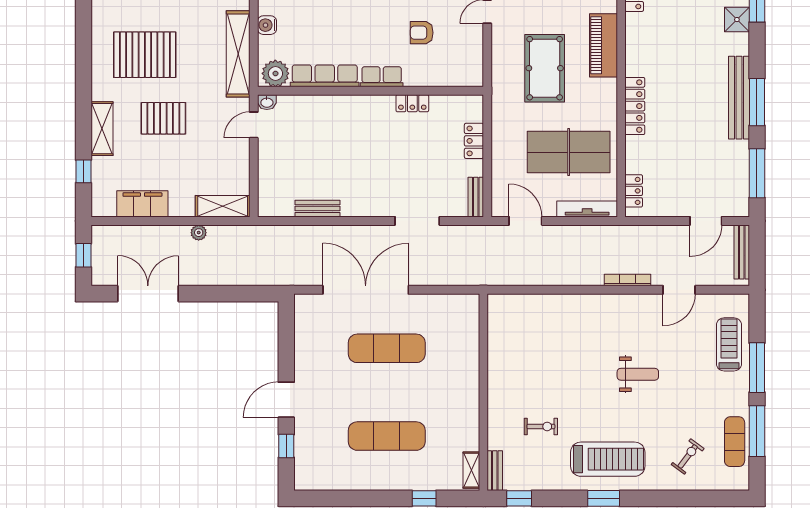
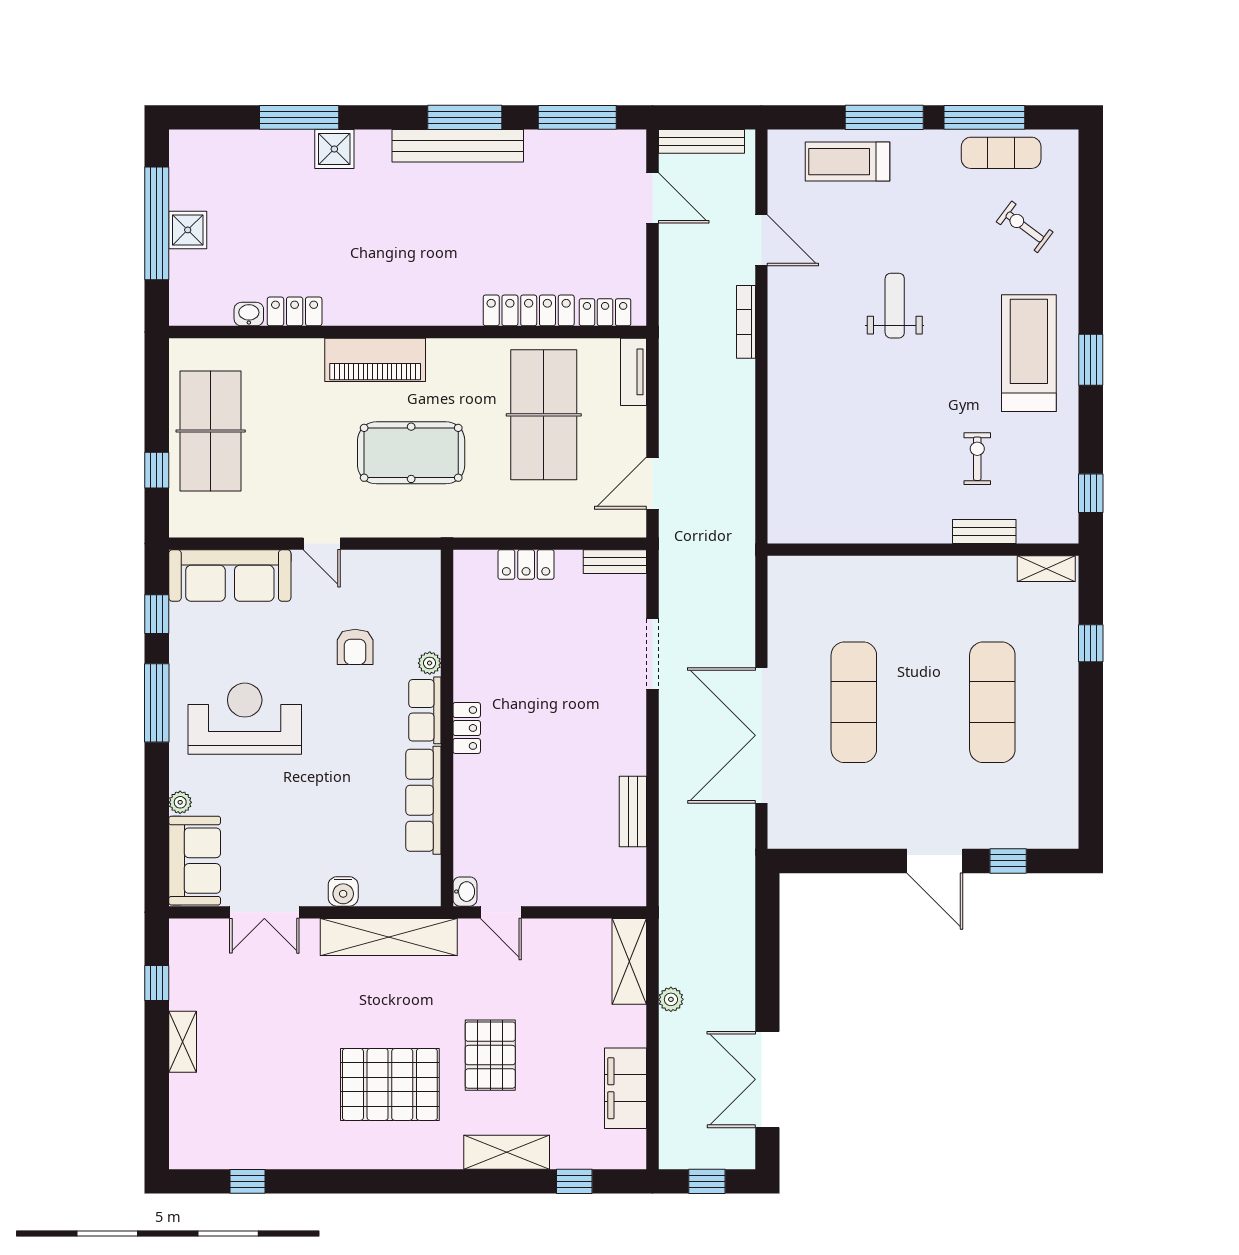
pallet: (145, 55) -> (390, 1084), turned 90
plant: (275, 73) -> (430, 663), moved, width x0.53, depth x0.53
locker: (412, 103) -> (467, 728), moved
locker: (635, 106) -> (529, 310), moved
tv unit: (587, 209) -> (634, 372), width x0.71
bench: (495, 471) -> (984, 531), moved

